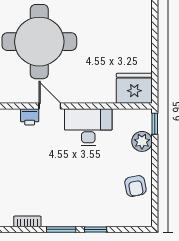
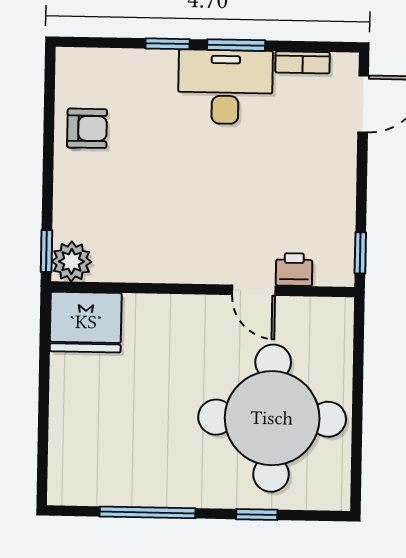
desk: (88, 127) -> (225, 87), moved, turned 180
plant: (142, 141) -> (72, 261), moved
armchair: (135, 186) -> (87, 128), turned 101

